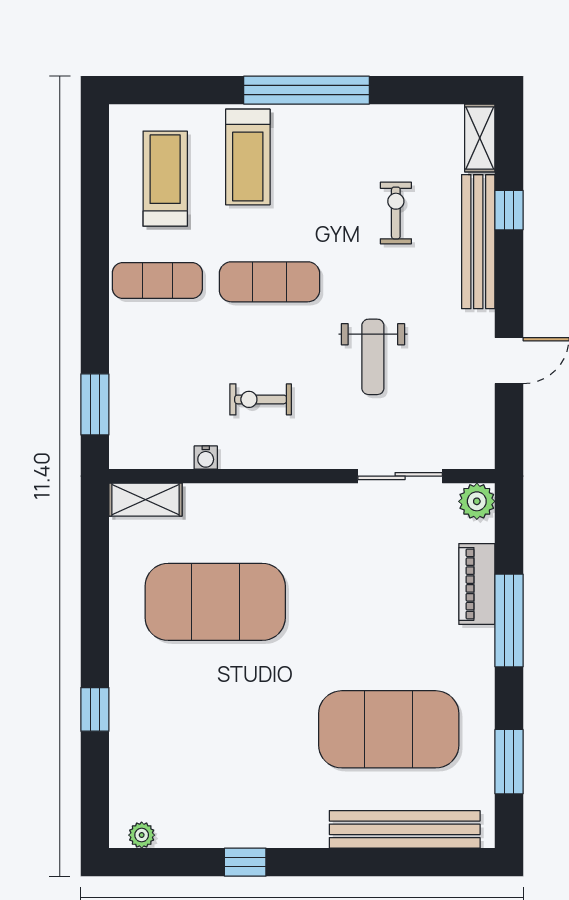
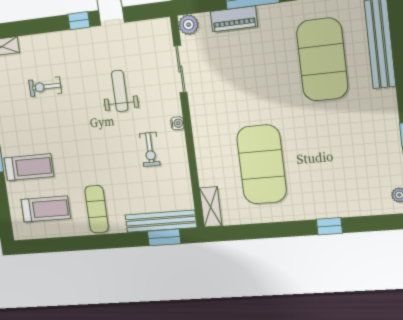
treadmill: (165, 179) -> (46, 209), turned 180
window: (509, 210) -> (79, 21), moved
bench: (478, 242) -> (161, 221), moved
exercise mat: (270, 282) -> (89, 150), removed
weight bench: (373, 357) -> (120, 91), turned -90
water cooler: (206, 458) -> (177, 123), moved

